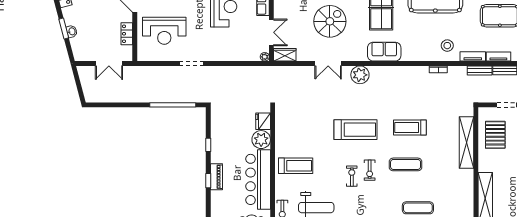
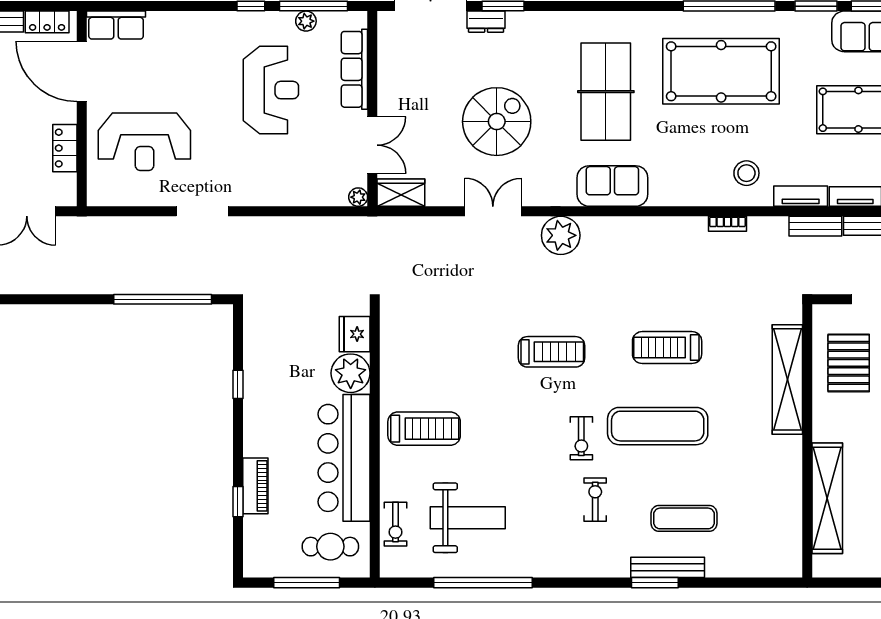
double door: (328, 64) -> (493, 211), swing flipped
treadmill: (356, 130) -> (552, 352), width x0.73, depth x0.73
exercise mat: (406, 164) -> (658, 426), width x1.36, depth x1.45
exercise bike: (352, 176) -> (595, 500), moved
piano: (216, 177) -> (255, 486), moved
window: (208, 181) -> (238, 502), moved

